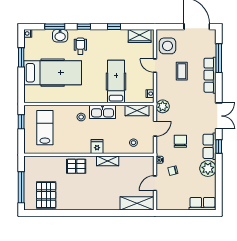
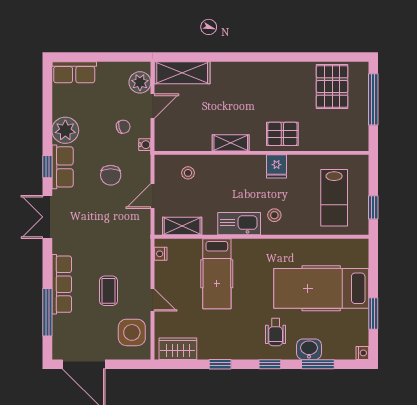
plant: (163, 106) -> (140, 82), moved
fridge: (97, 147) -> (277, 166), moved

